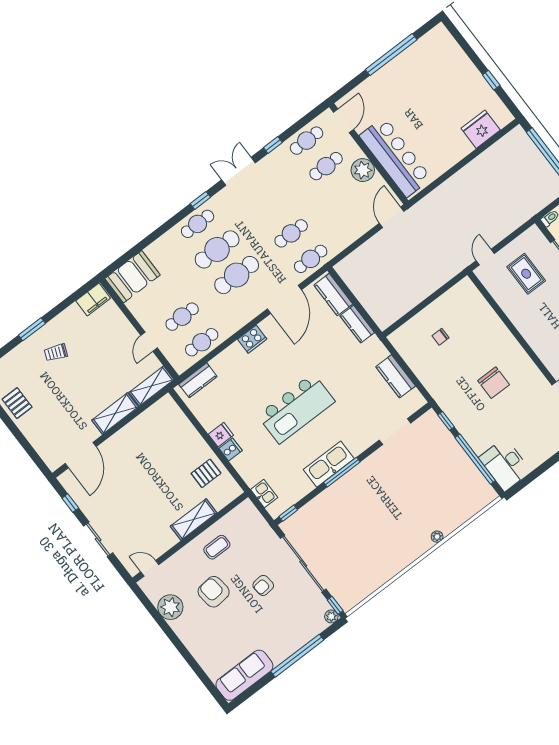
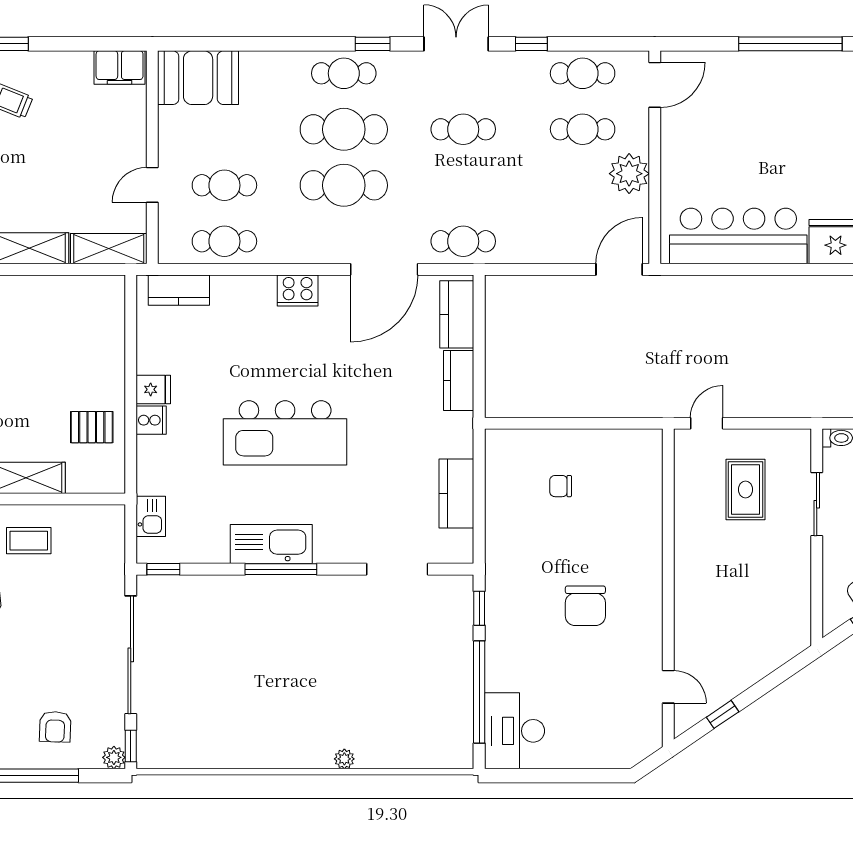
bar counter: (395, 157) -> (738, 236), moved, turned -90
cafe table: (291, 233) -> (463, 129), moved
armchair: (263, 585) -> (55, 727), moved, turned -82

